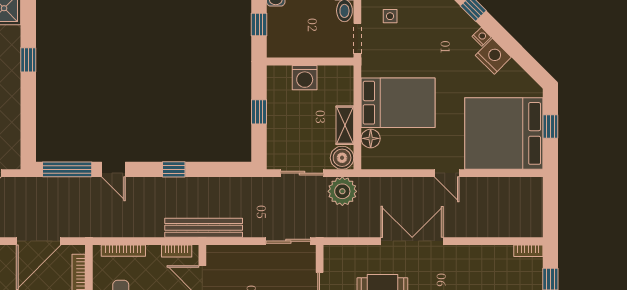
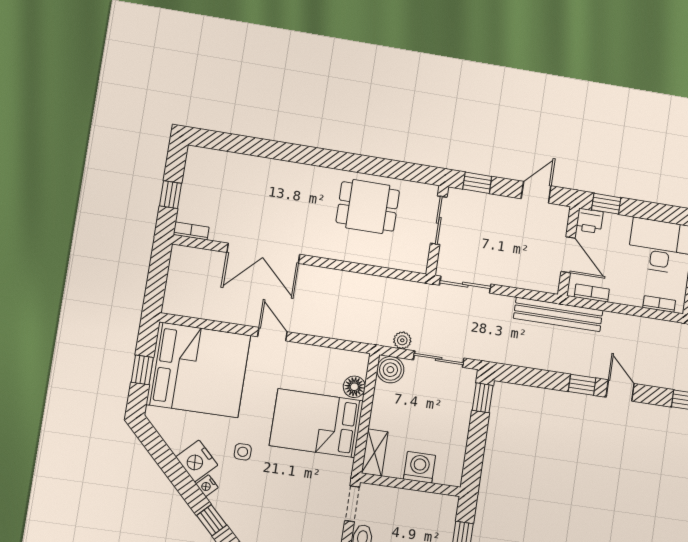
side table: (390, 16) -> (243, 452), moved
window: (259, 112) -> (483, 398), moved
shelving: (345, 125) -> (375, 453), moved
door: (113, 169) -> (620, 390), moved
plant: (342, 191) -> (402, 340), width x0.53, depth x0.53
double door: (412, 241) -> (263, 253), moved
bookcase: (123, 251) -> (659, 304), width x0.64

